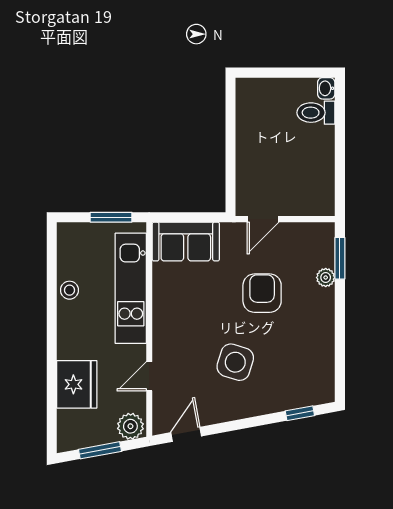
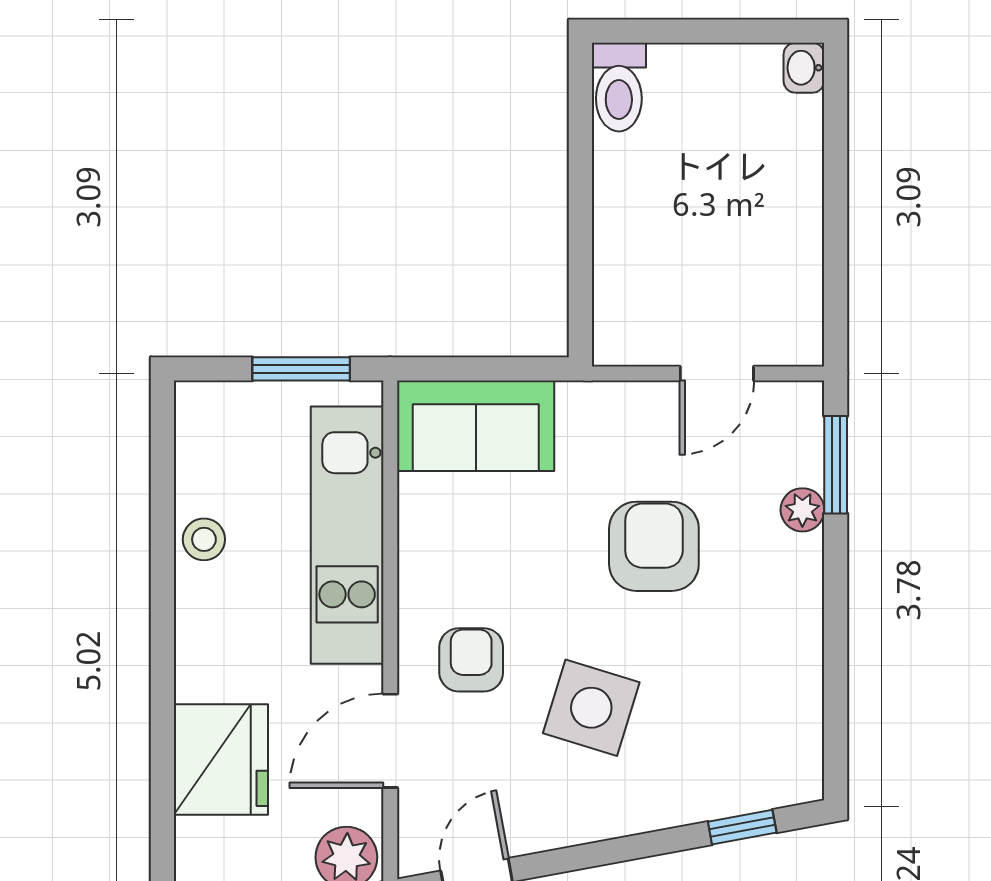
toilet: (316, 113) -> (619, 87), moved, turned -90
door: (263, 219) -> (717, 374), moved
armchair: (184, 342) -> (471, 660), added
door: (149, 376) -> (390, 741), width x1.38

